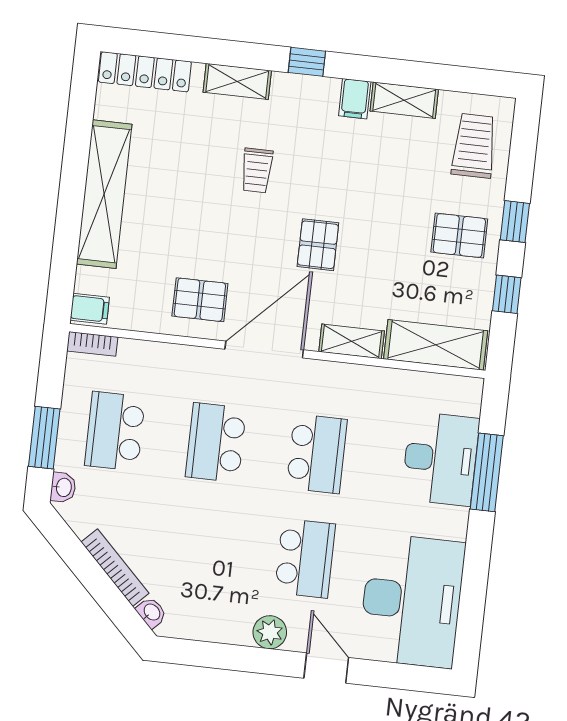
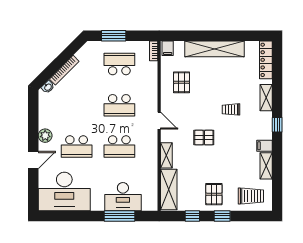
pallet: (200, 300) -> (182, 82), moved
door: (264, 350) -> (159, 121), width x0.53
school desk: (216, 442) -> (119, 105), turned 180
washbasin: (63, 487) -> (94, 46), removed

